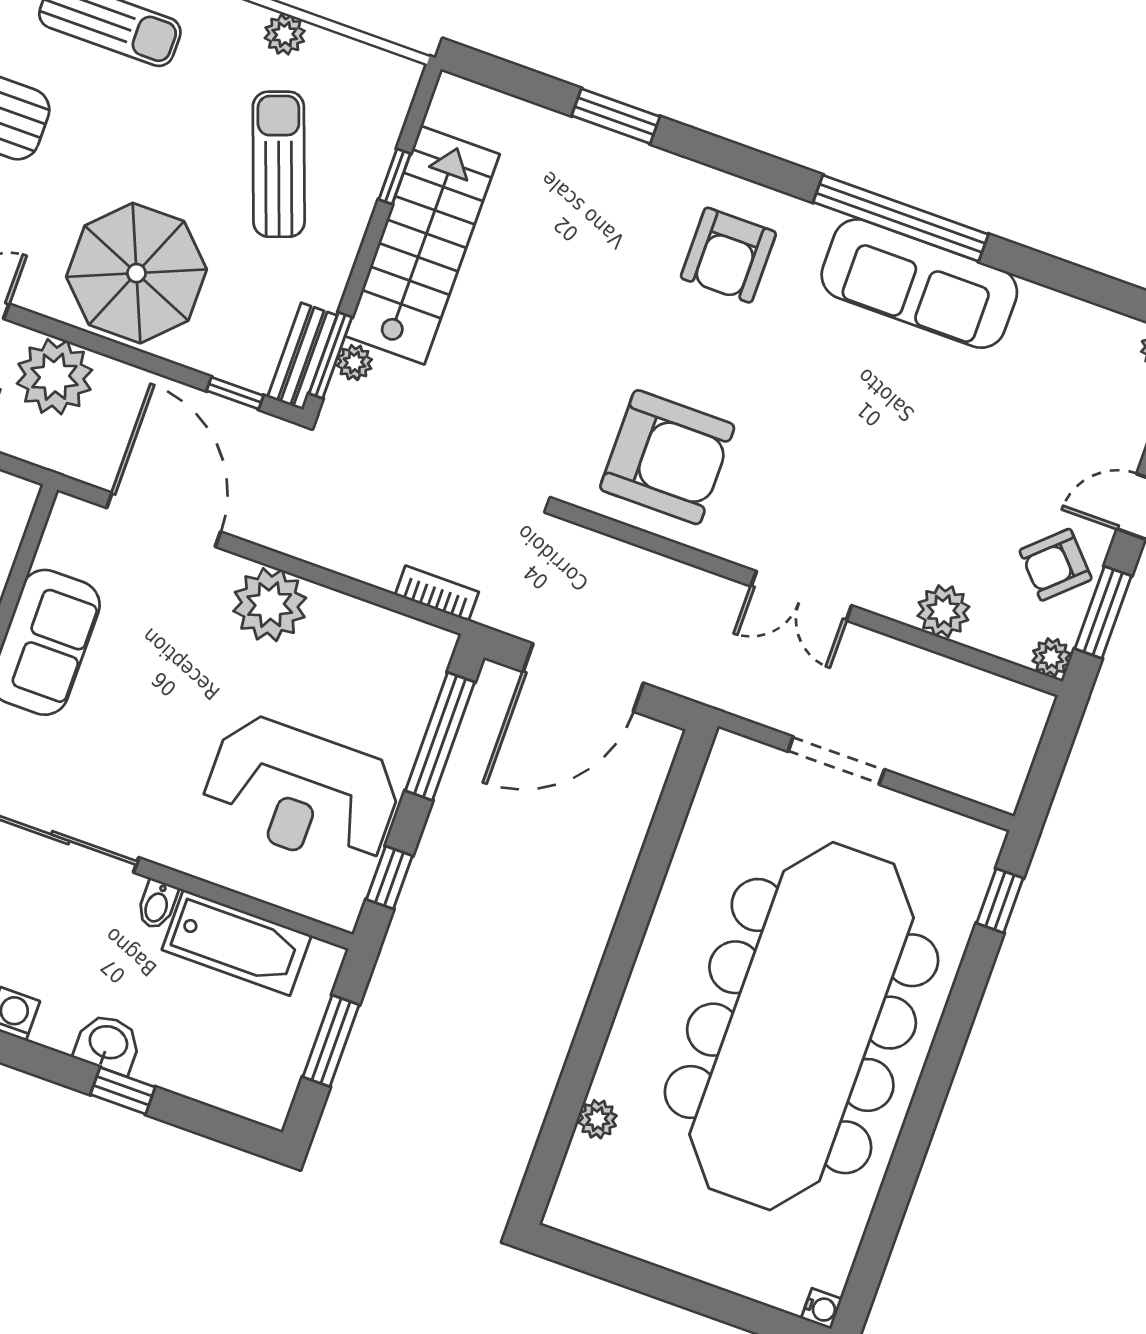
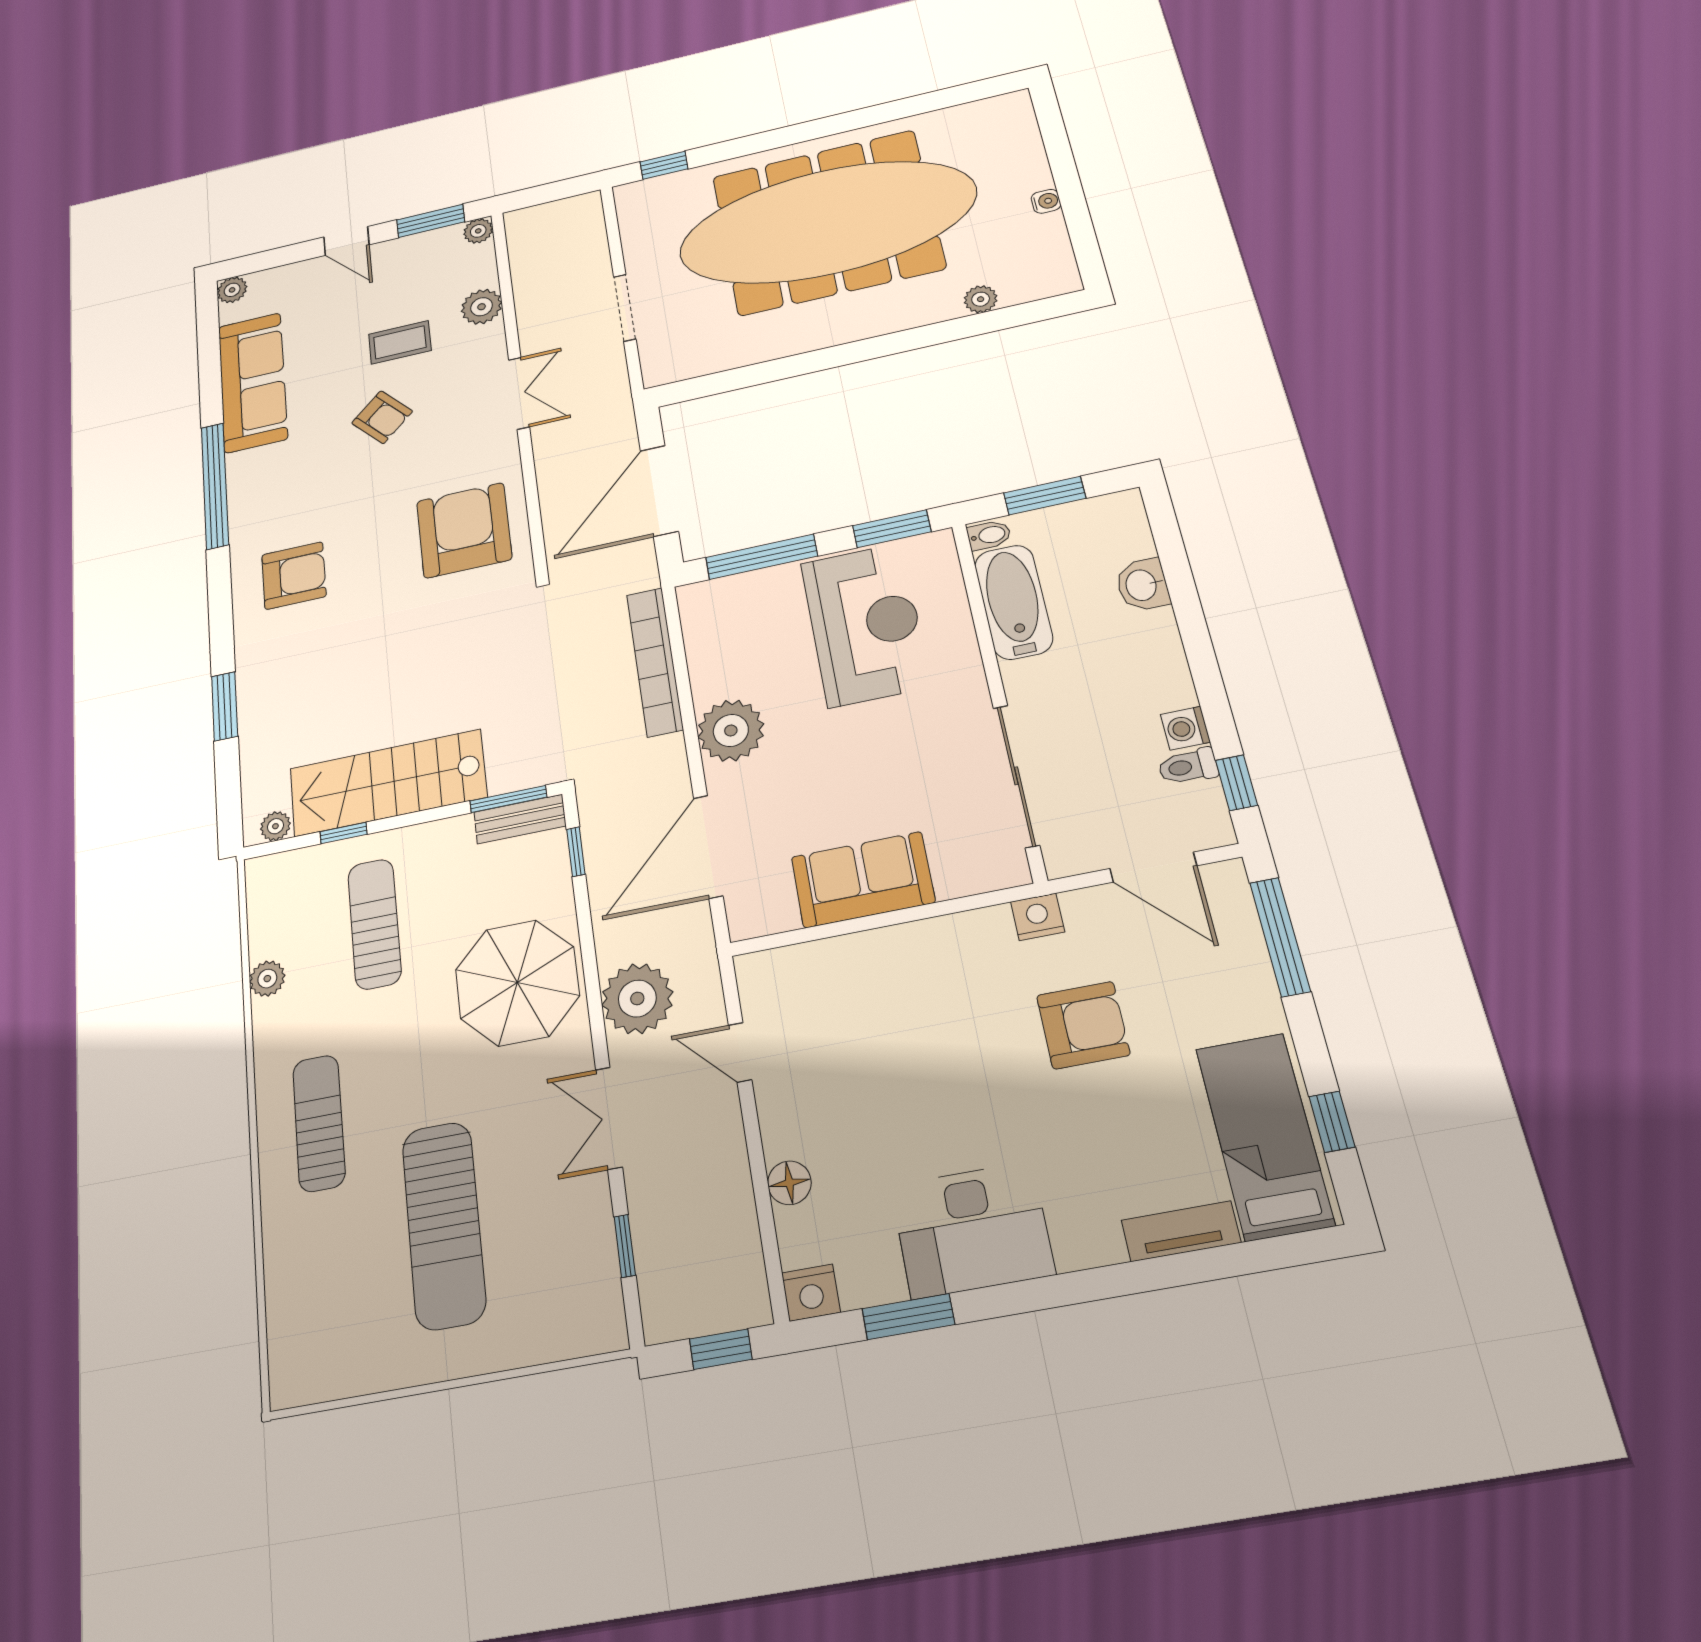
sun lounger: (279, 164) -> (374, 924), turned 110
sofa: (919, 284) -> (253, 382), moved
plant: (354, 363) -> (275, 826), moved
coffee table: (956, 501) -> (400, 342), added
armchair: (1056, 565) -> (382, 417), moved
bookcase: (437, 593) -> (655, 662), width x2.31, depth x1.31
door: (583, 677) -> (659, 491), swing flipped
window: (389, 878) -> (892, 529), width x1.50
bidet: (157, 904) -> (989, 535), moved
washbasin: (108, 1044) -> (1142, 585), moved
window: (123, 1091) -> (1189, 614), removed
water cooler: (822, 1309) -> (1046, 201), moved, turned 90

